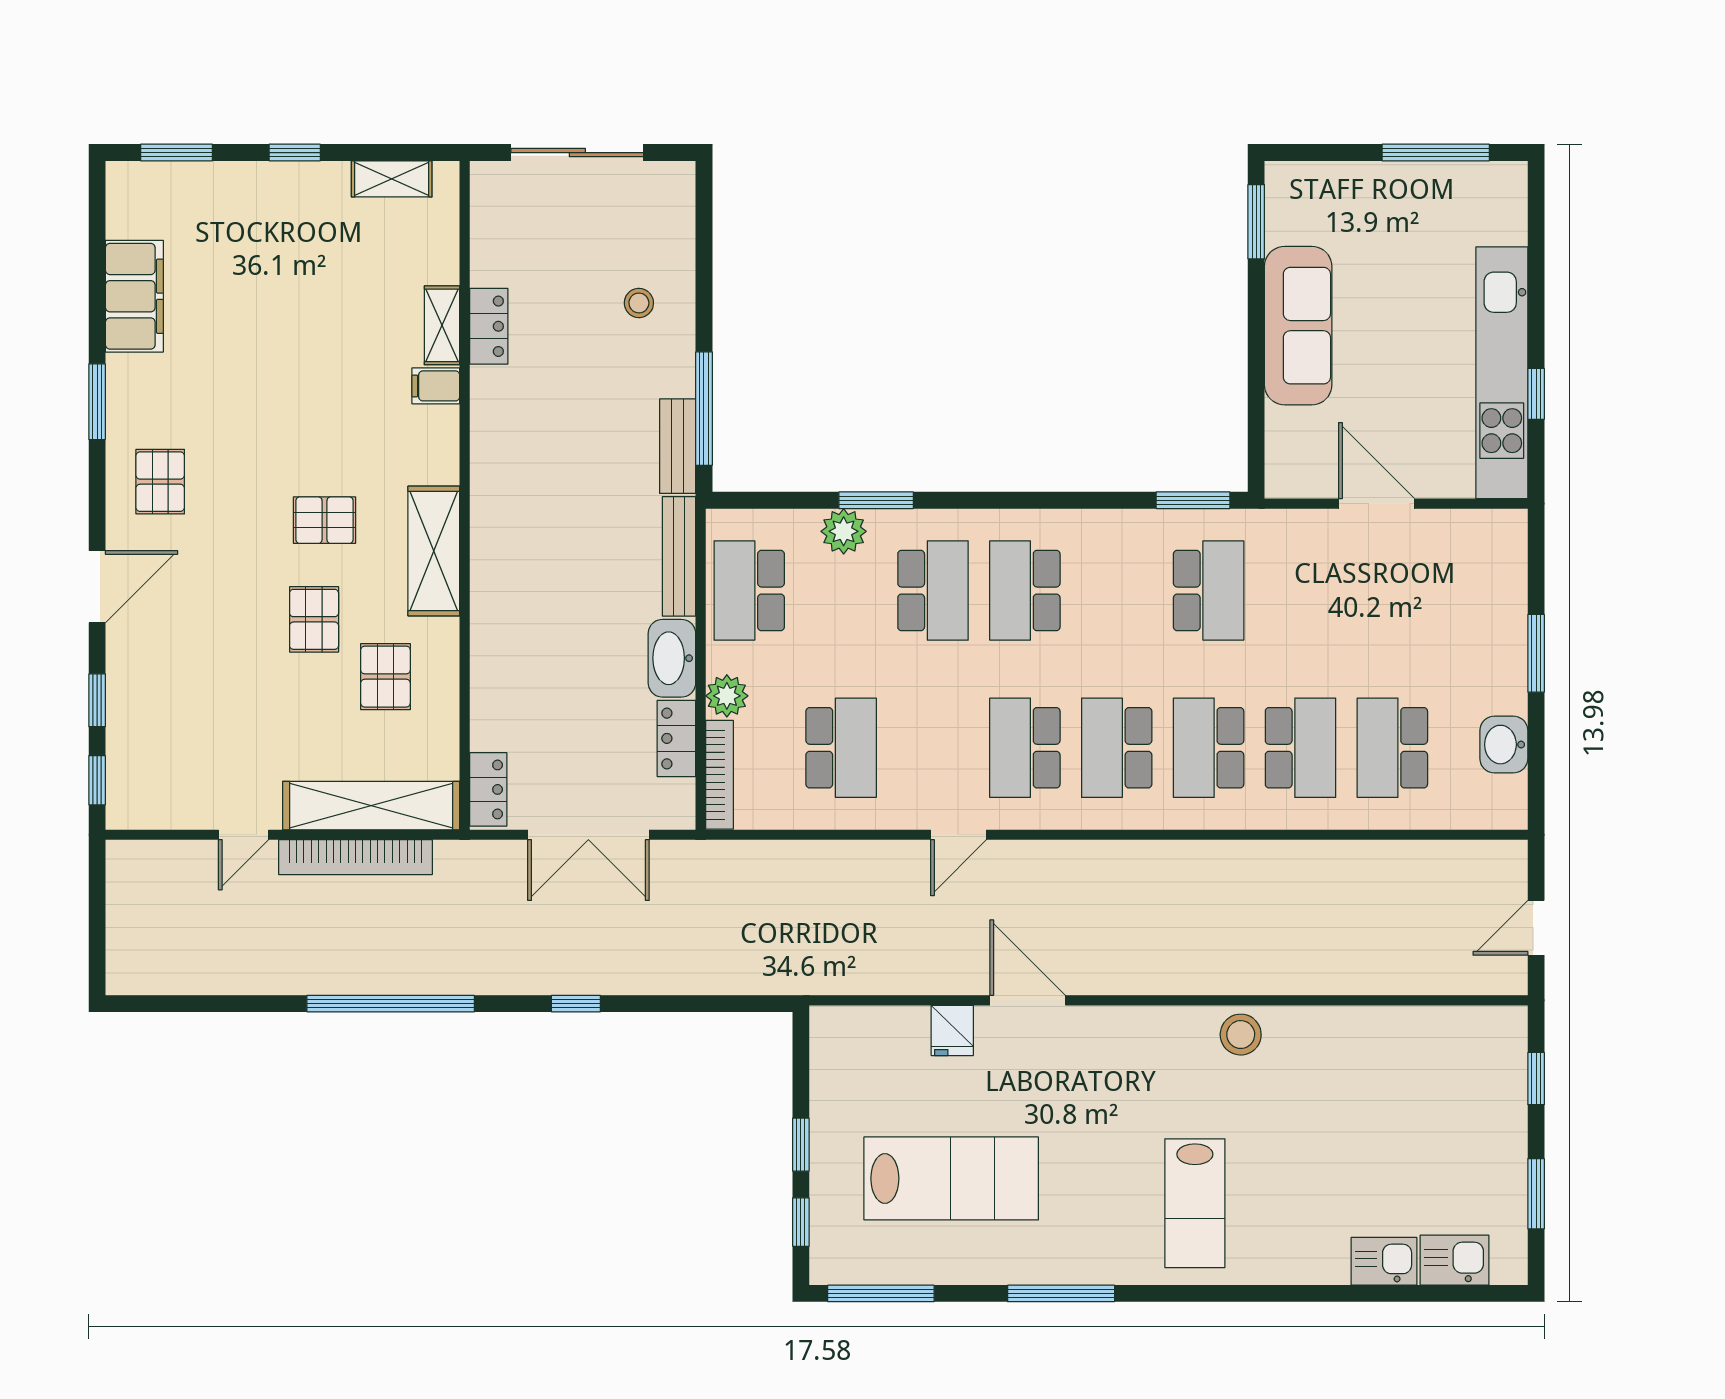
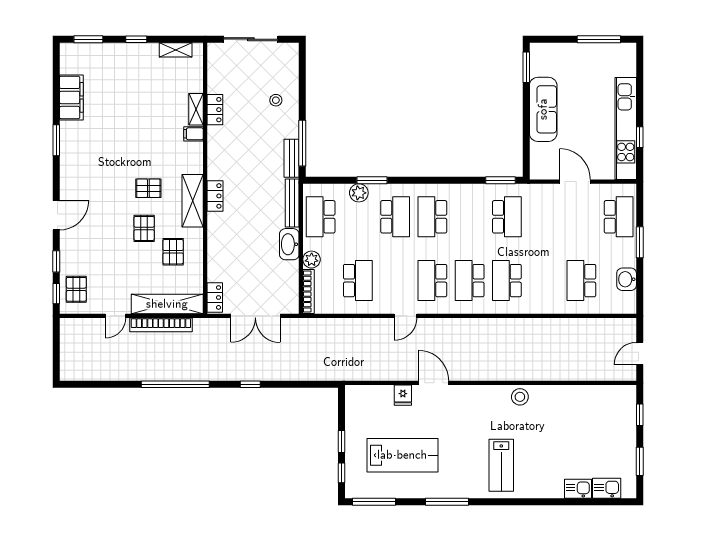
pallet: (160, 482) -> (76, 289), moved
locker: (676, 738) -> (215, 196), moved, turned 180
school desk: (1300, 748) -> (619, 217), moved

